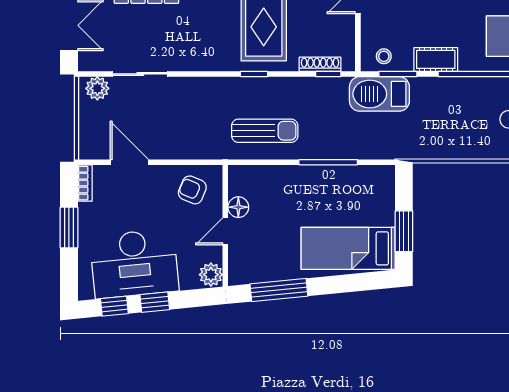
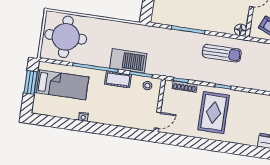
barbecue: (379, 94) -> (128, 61), moved
sun lounger: (265, 131) -> (222, 53), turned 180
floor lamp: (238, 207) -> (241, 30), moved

